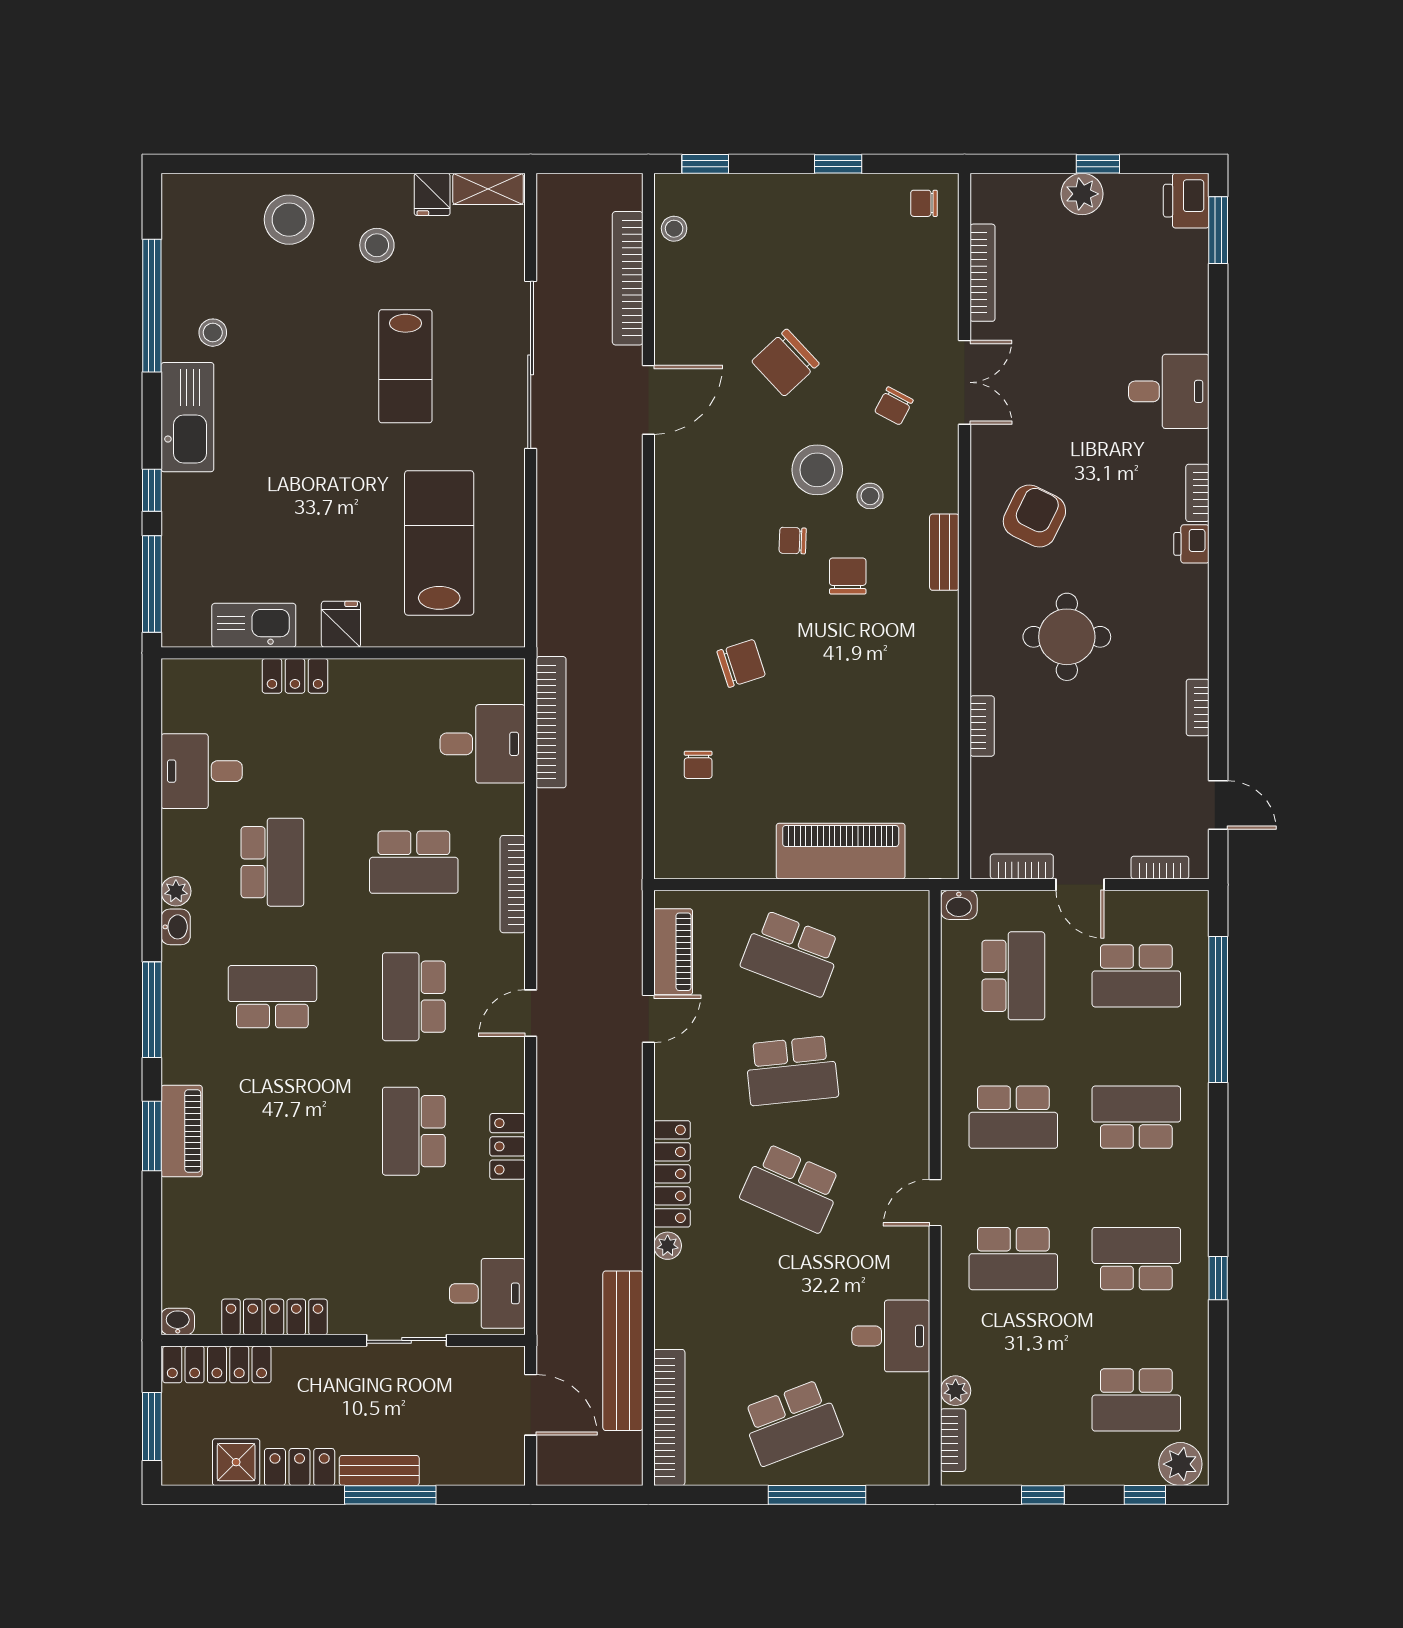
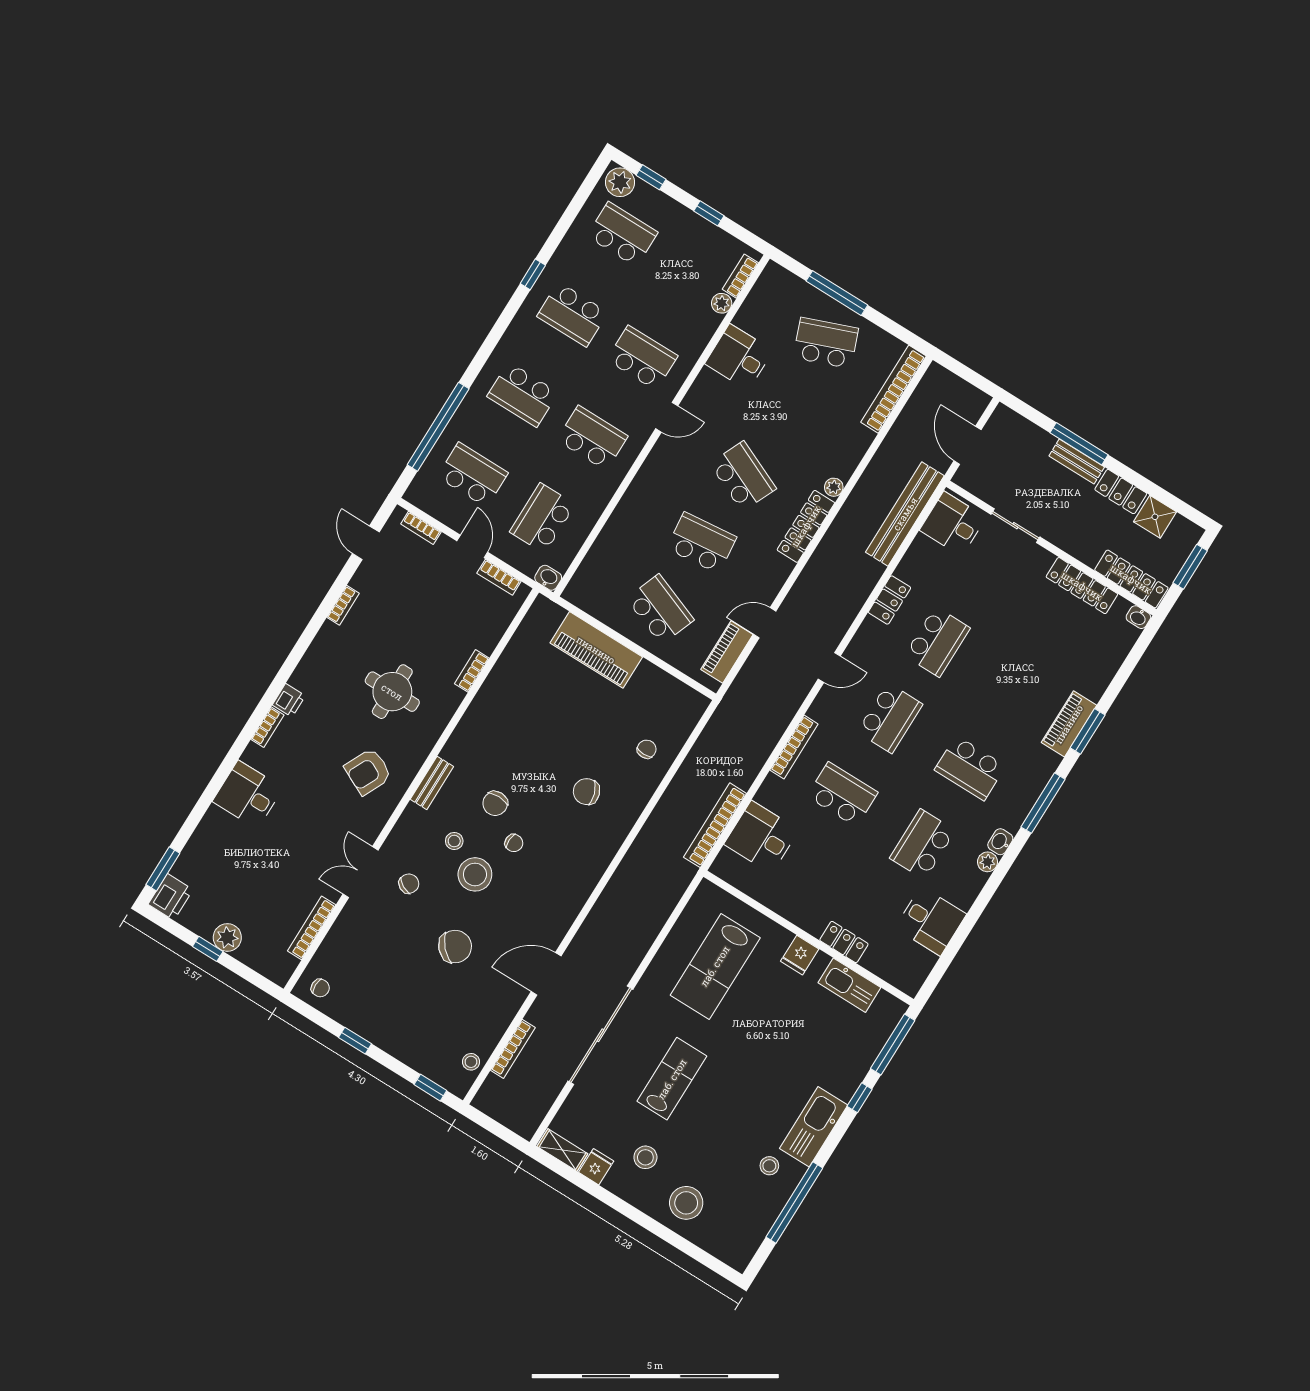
bookcase: (628, 278) -> (513, 1049), width x0.68, depth x0.76
bench: (623, 1351) -> (905, 514), moved

